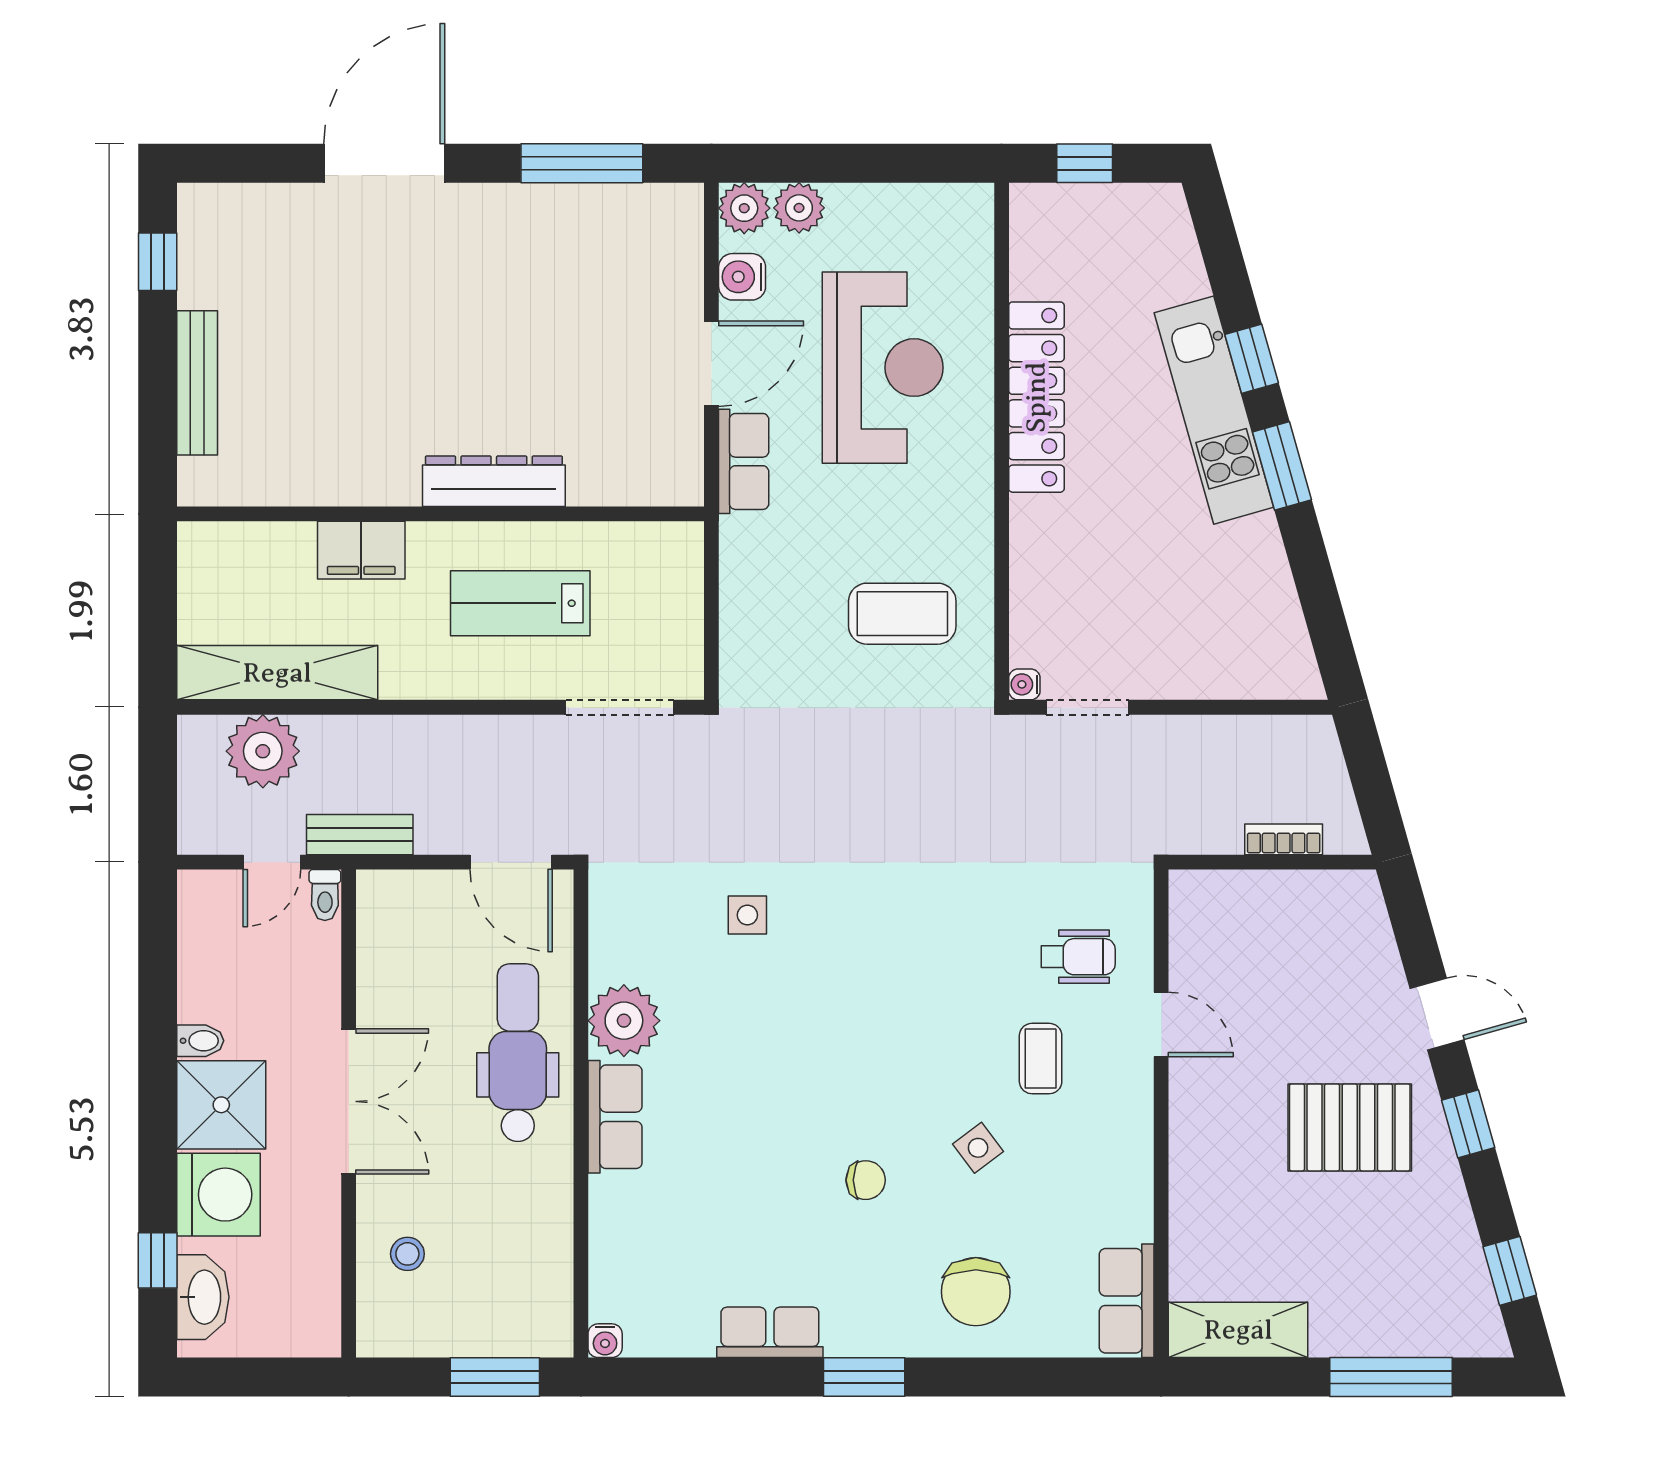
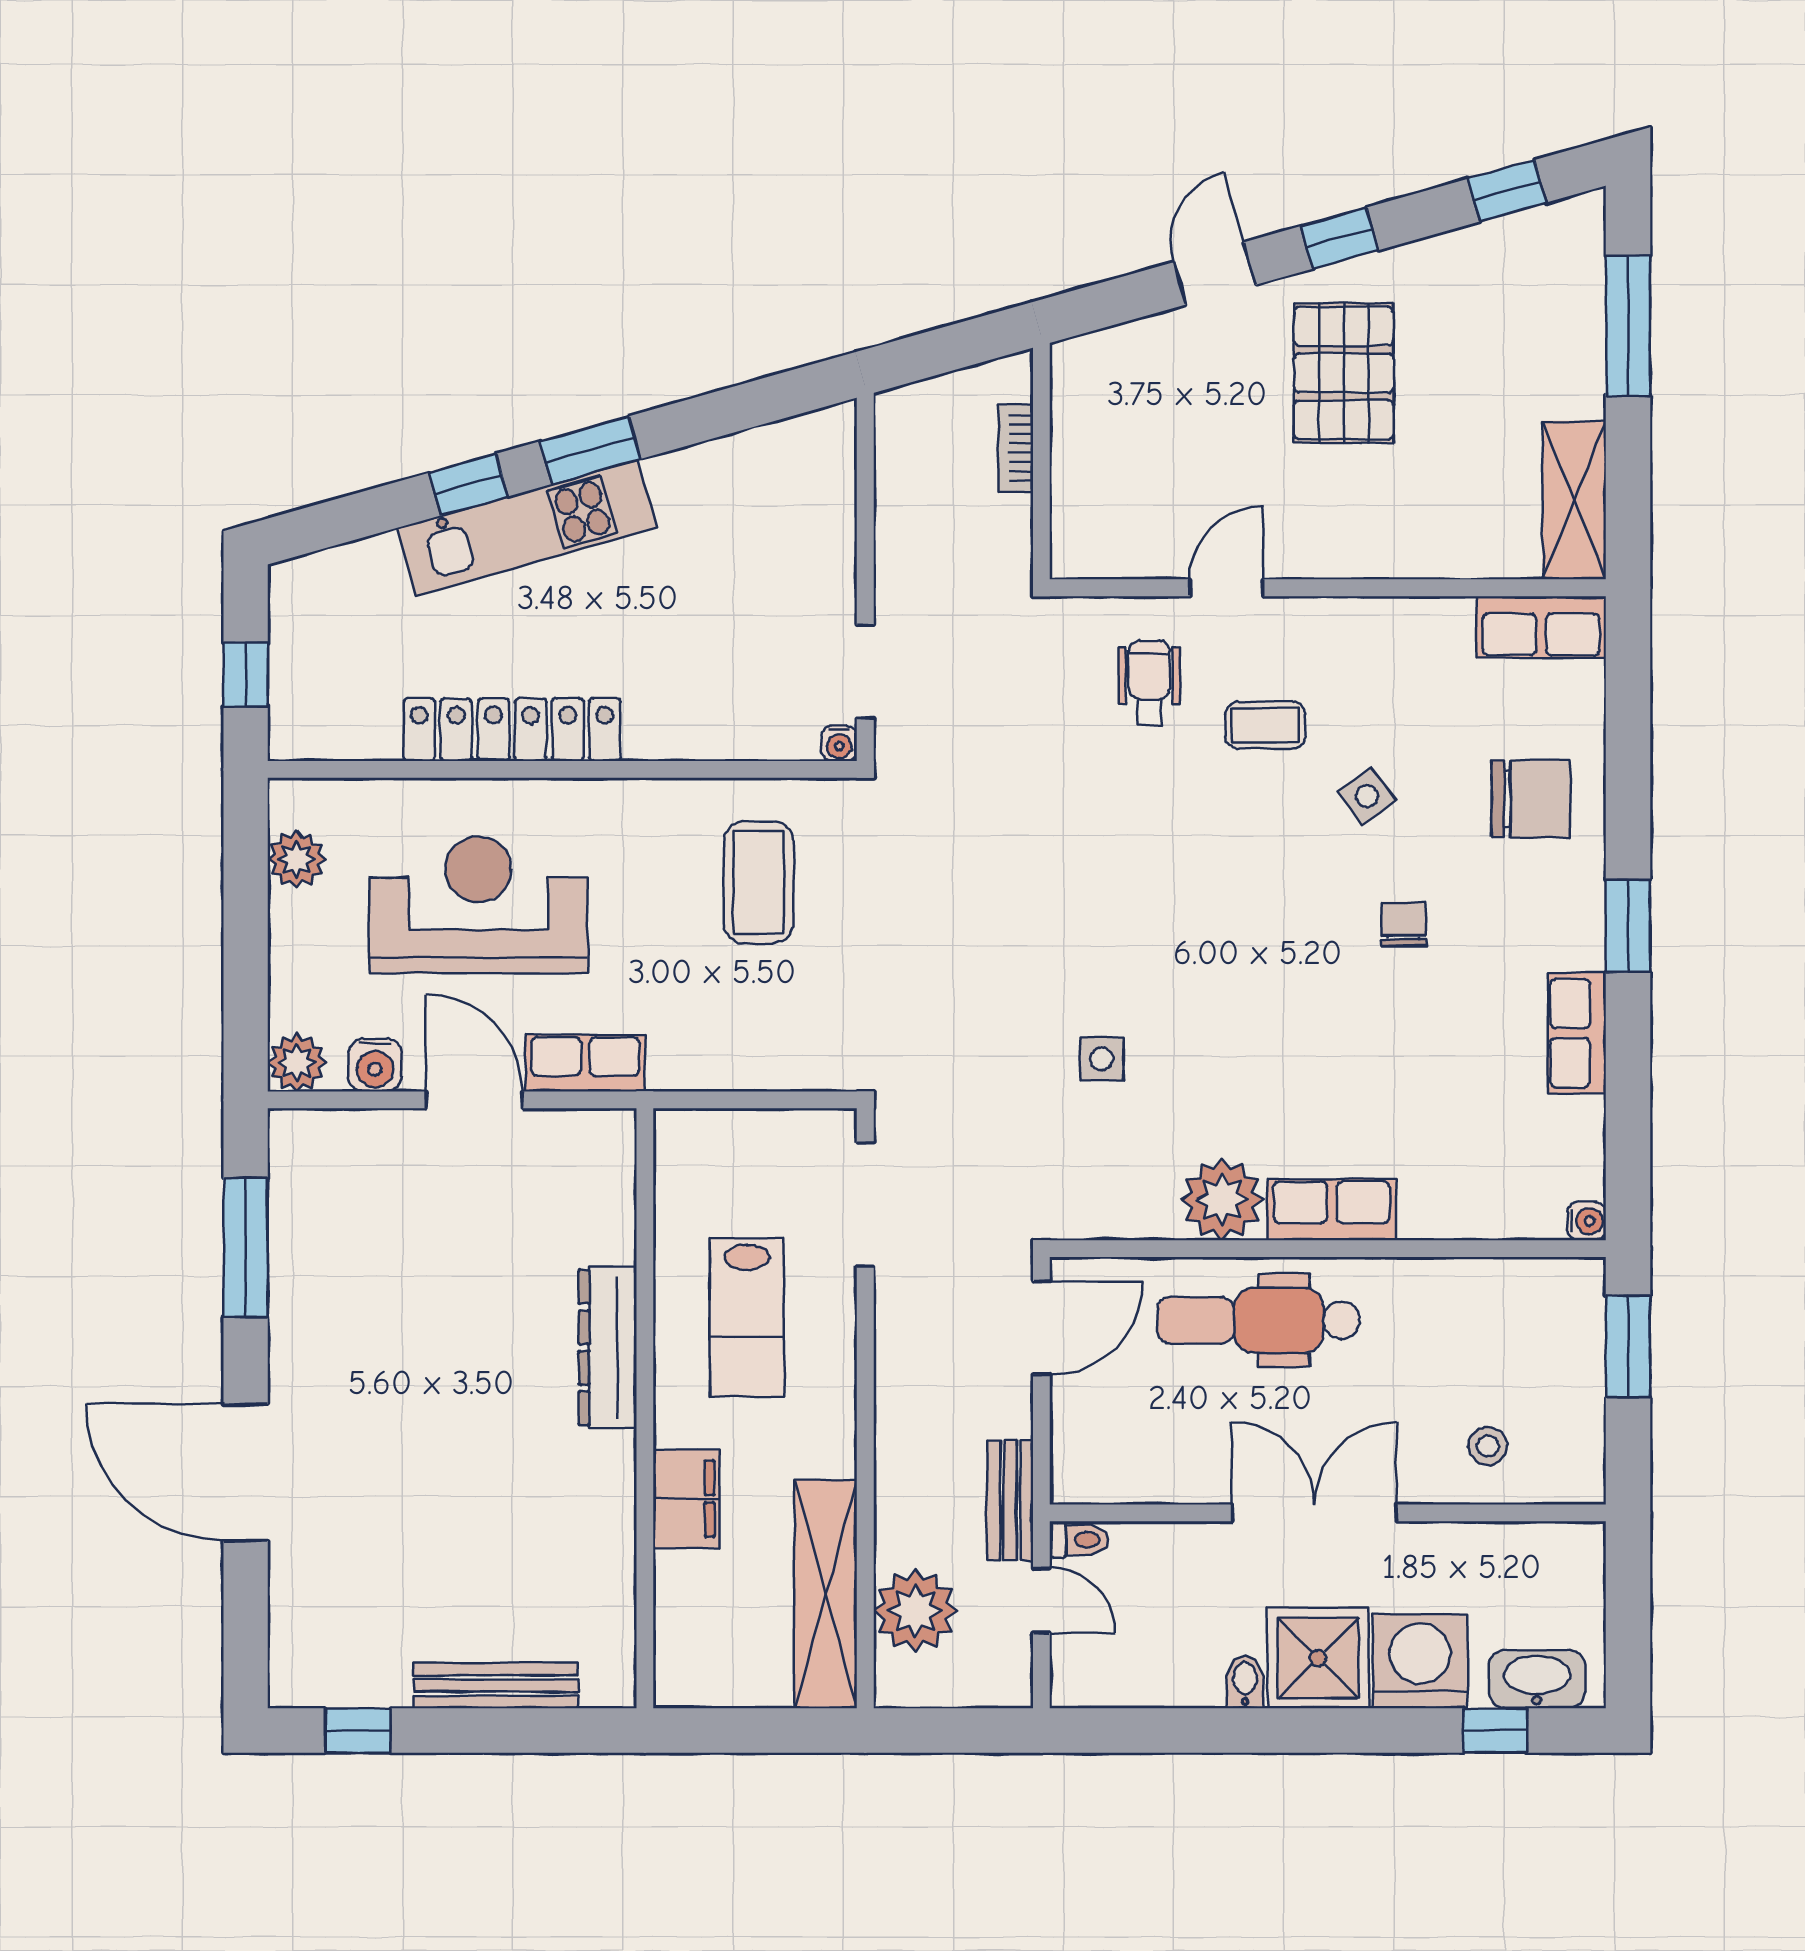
plant: (799, 208) -> (297, 859), moved

